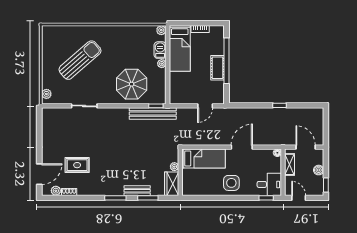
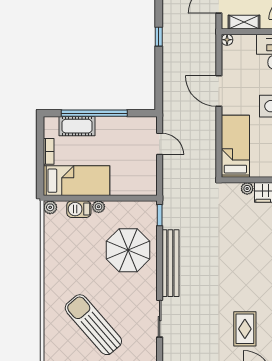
cot: (217, 68) -> (77, 126), moved
bench: (153, 113) -> (170, 263), moved

